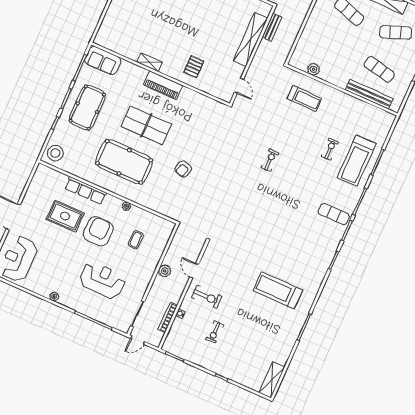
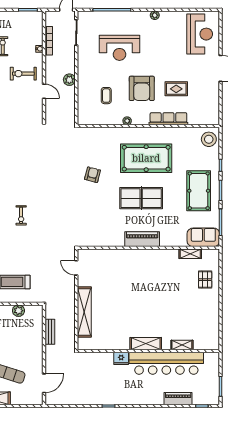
bench: (272, 27) -> (50, 332), moved
shelving: (149, 62) -> (190, 254), moved
pallet: (194, 67) -> (205, 280), moved
rug: (65, 216) -> (176, 89), width x0.73, depth x0.70

